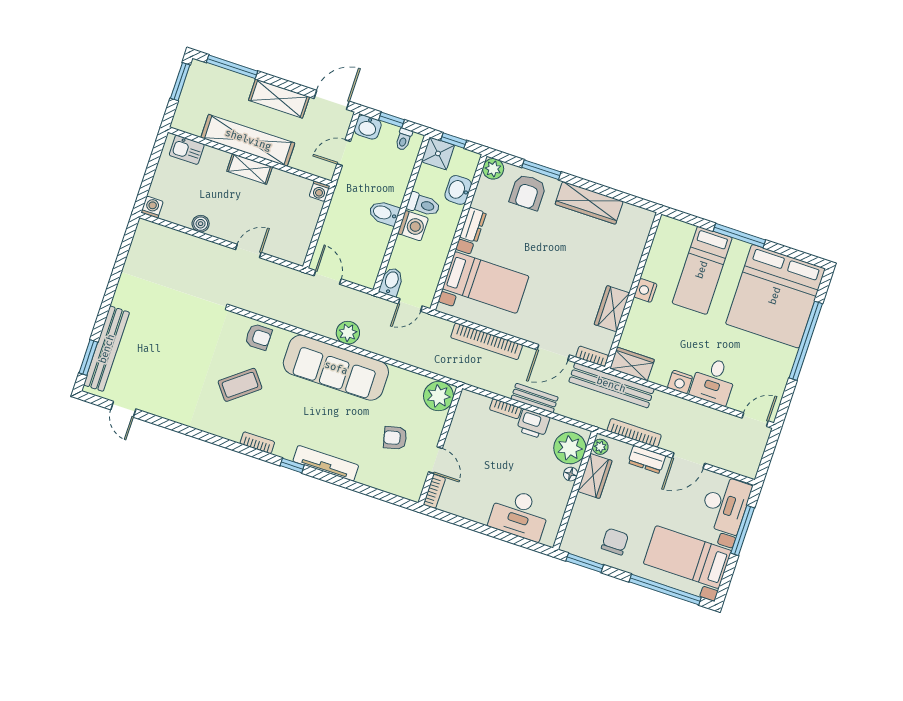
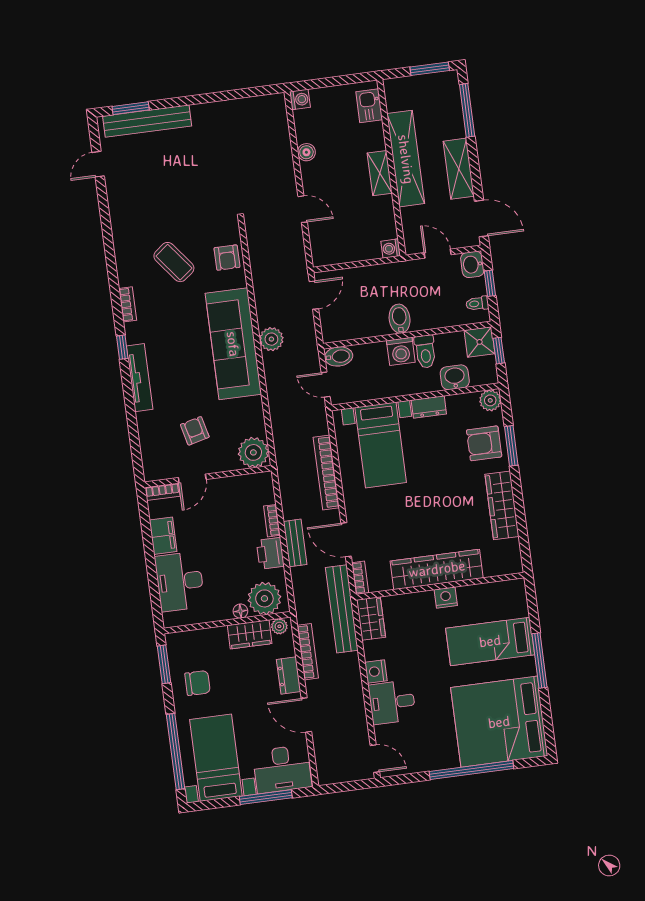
wardrobe: (612, 309) -> (437, 569), width x2.10, depth x1.17
filing cabinet: (473, 509) -> (163, 536), added

